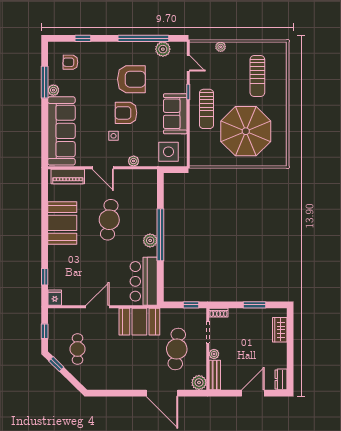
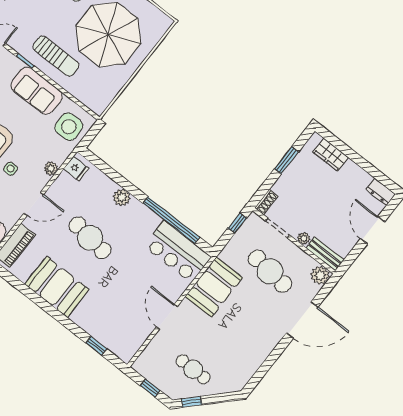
window: (160, 235) -> (171, 220), moved
plant: (150, 240) -> (122, 197), moved
fridge: (55, 298) -> (76, 169), moved, turned 180

